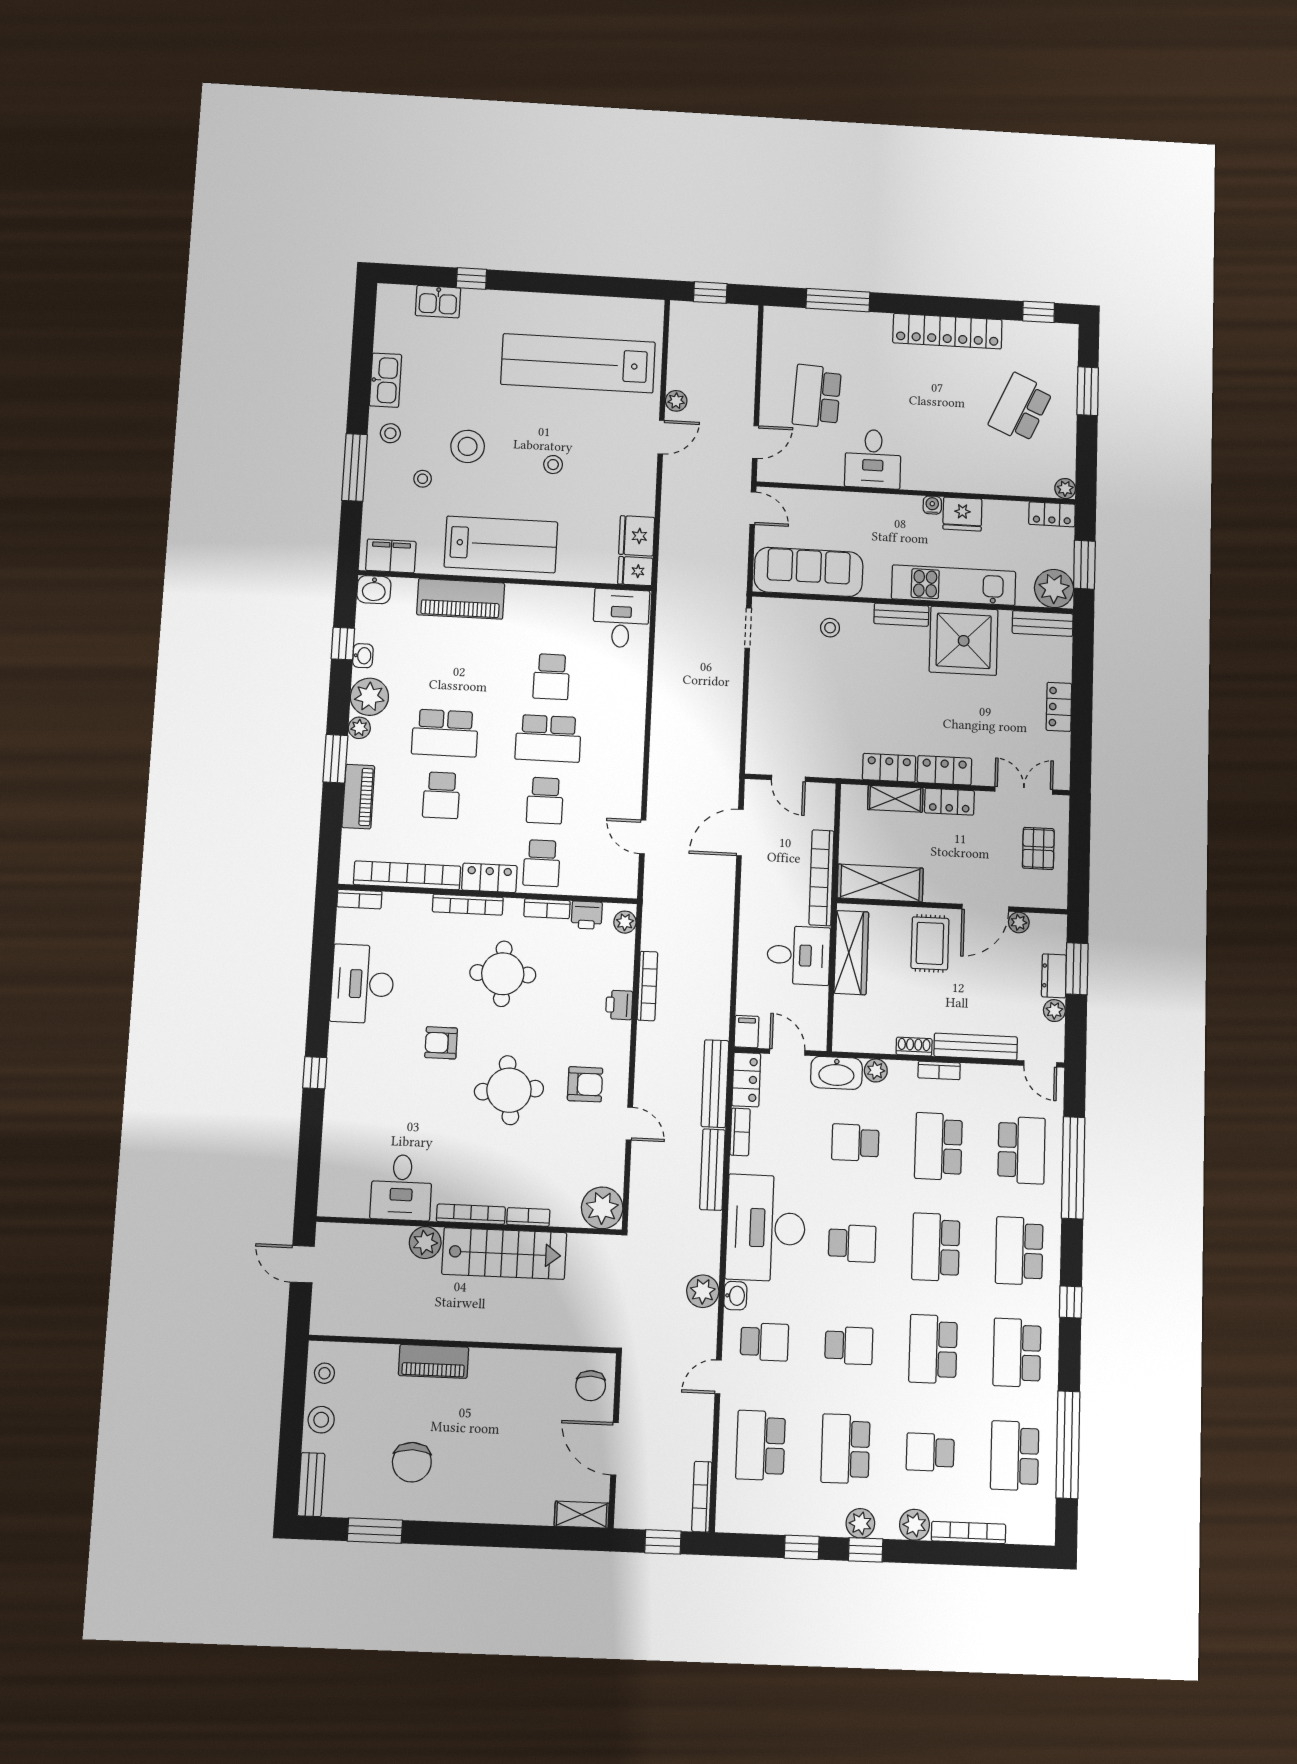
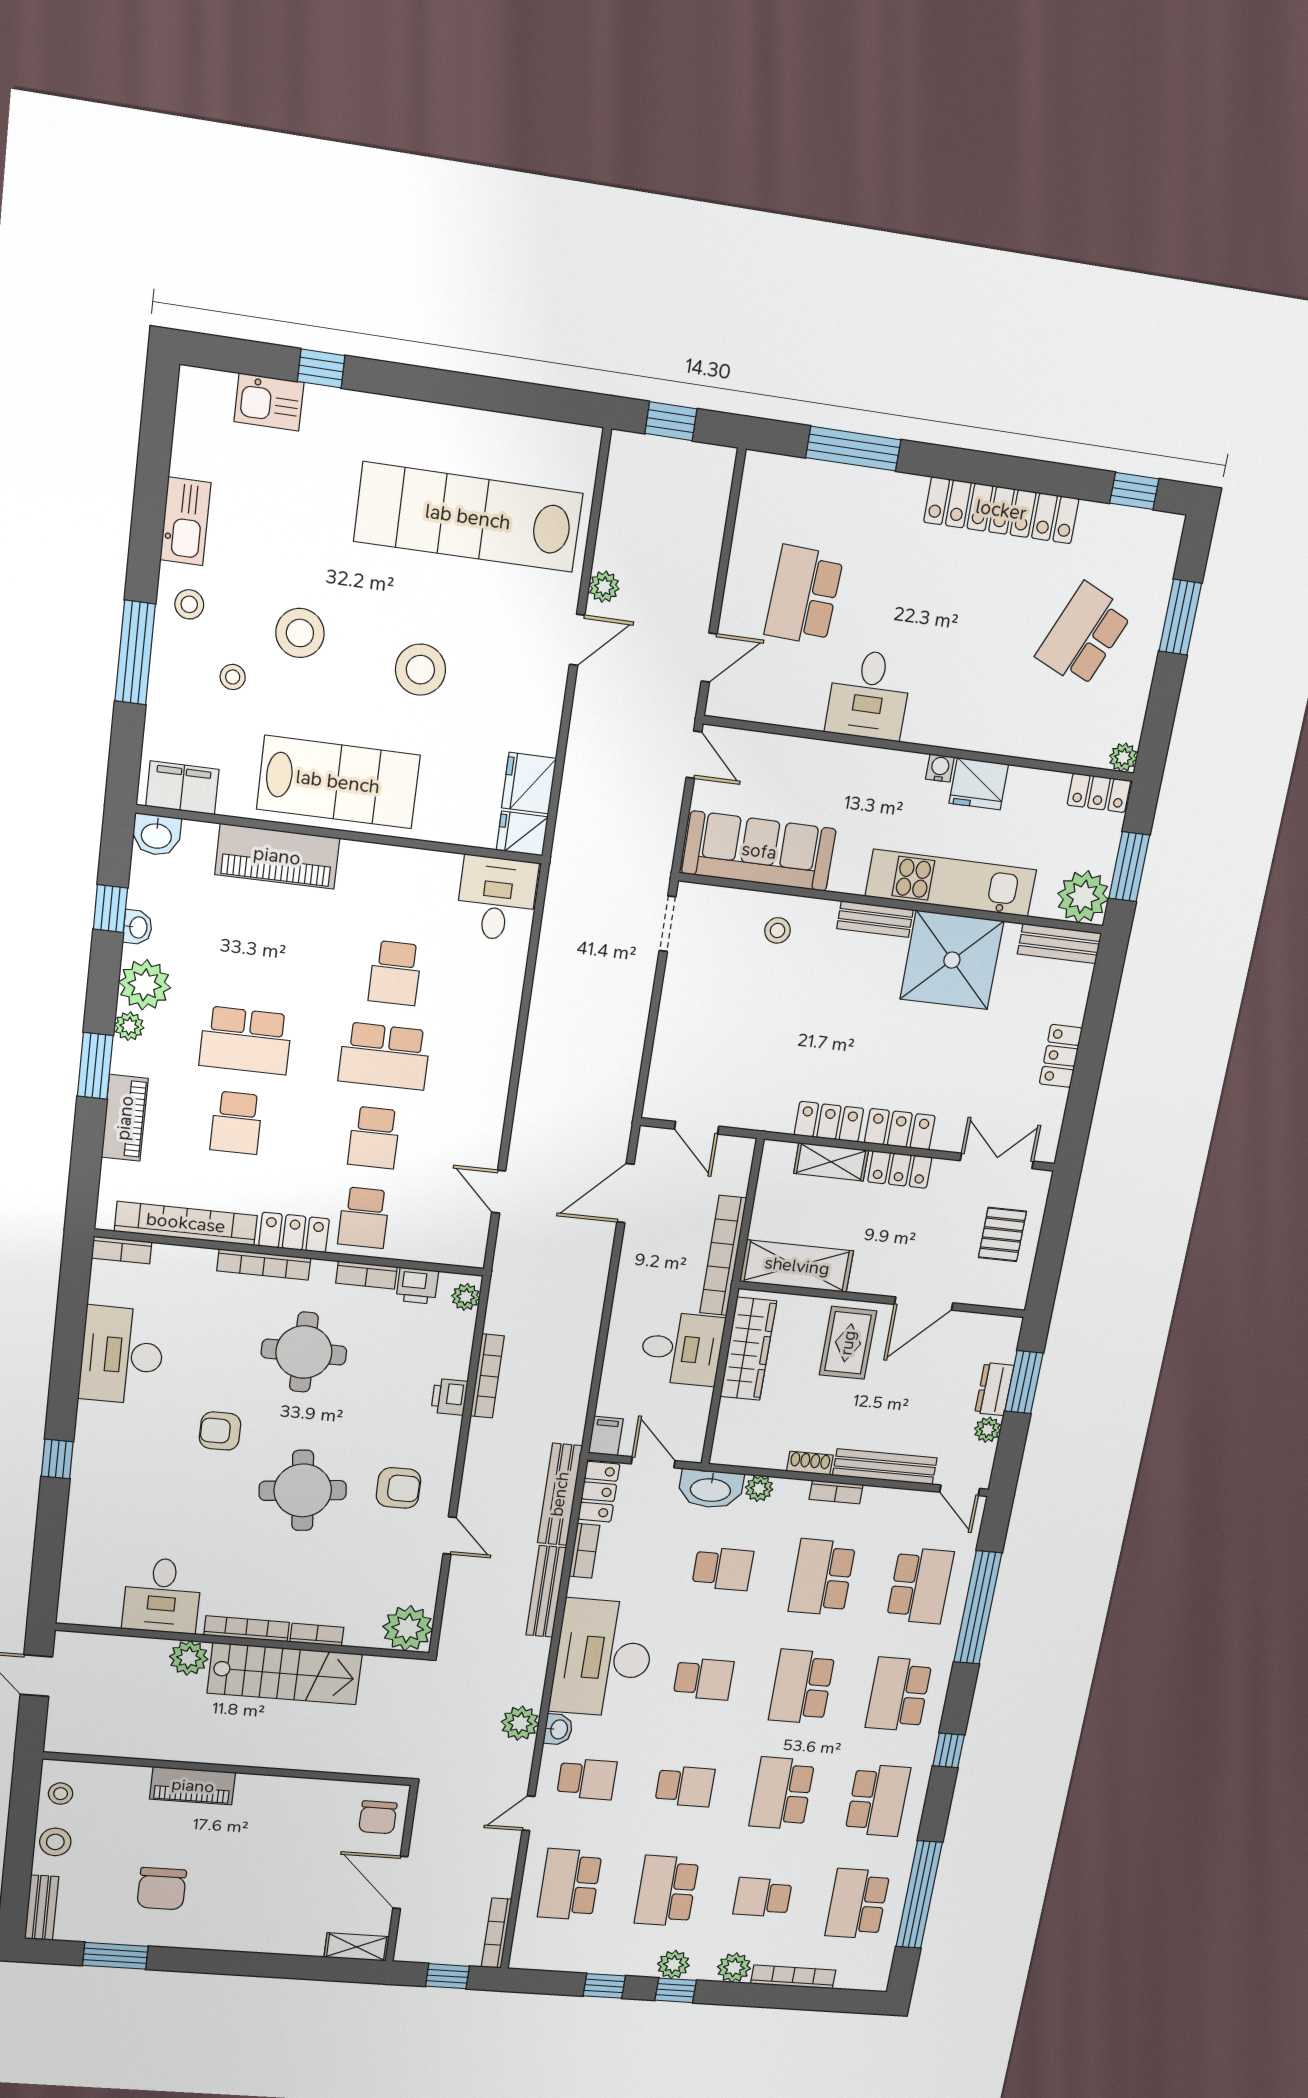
stool: (553, 465) -> (420, 670), width x1.89, depth x1.89
plant: (1019, 922) -> (962, 1323), removed
school desk: (855, 1143) -> (723, 1569), turned 180
school desk: (1017, 1353) -> (878, 1800), turned 180

